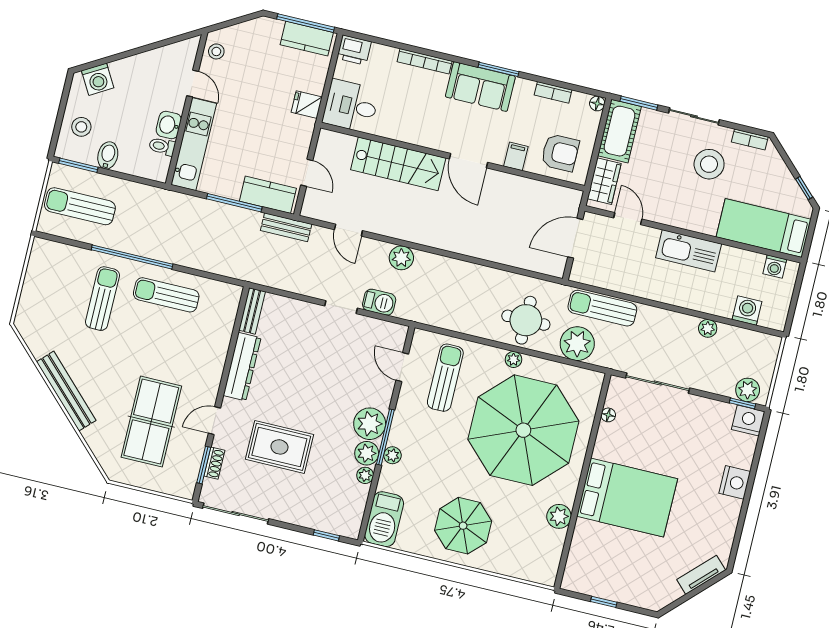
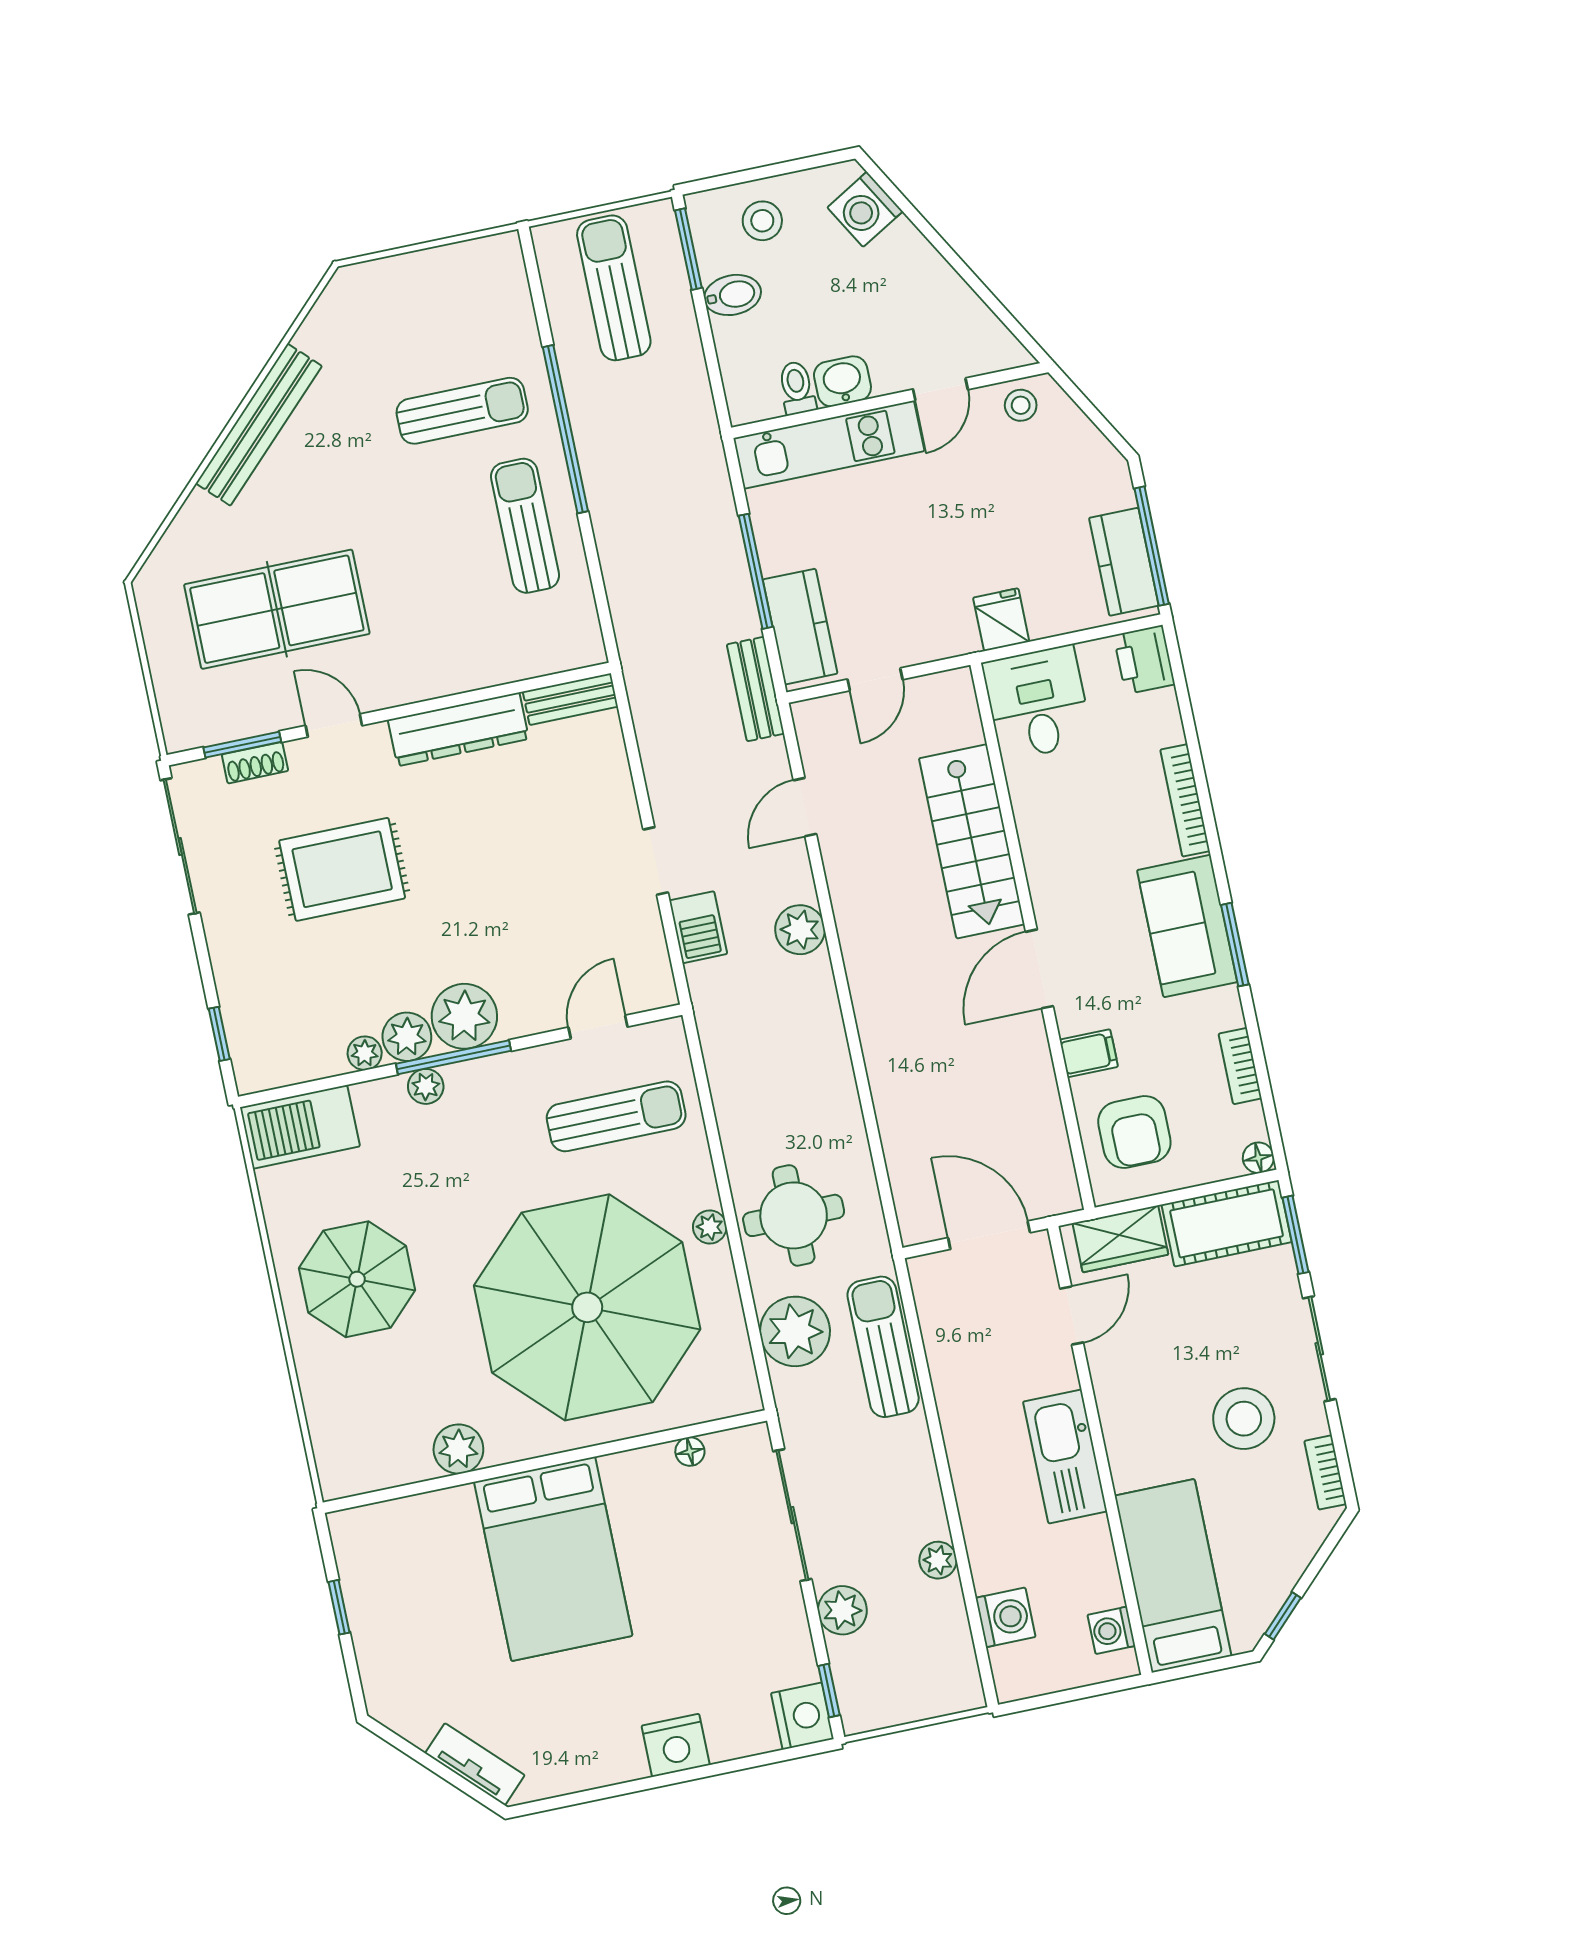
plant: (748, 390) -> (842, 1610), moved
rug: (279, 447) -> (342, 869), turned 90

